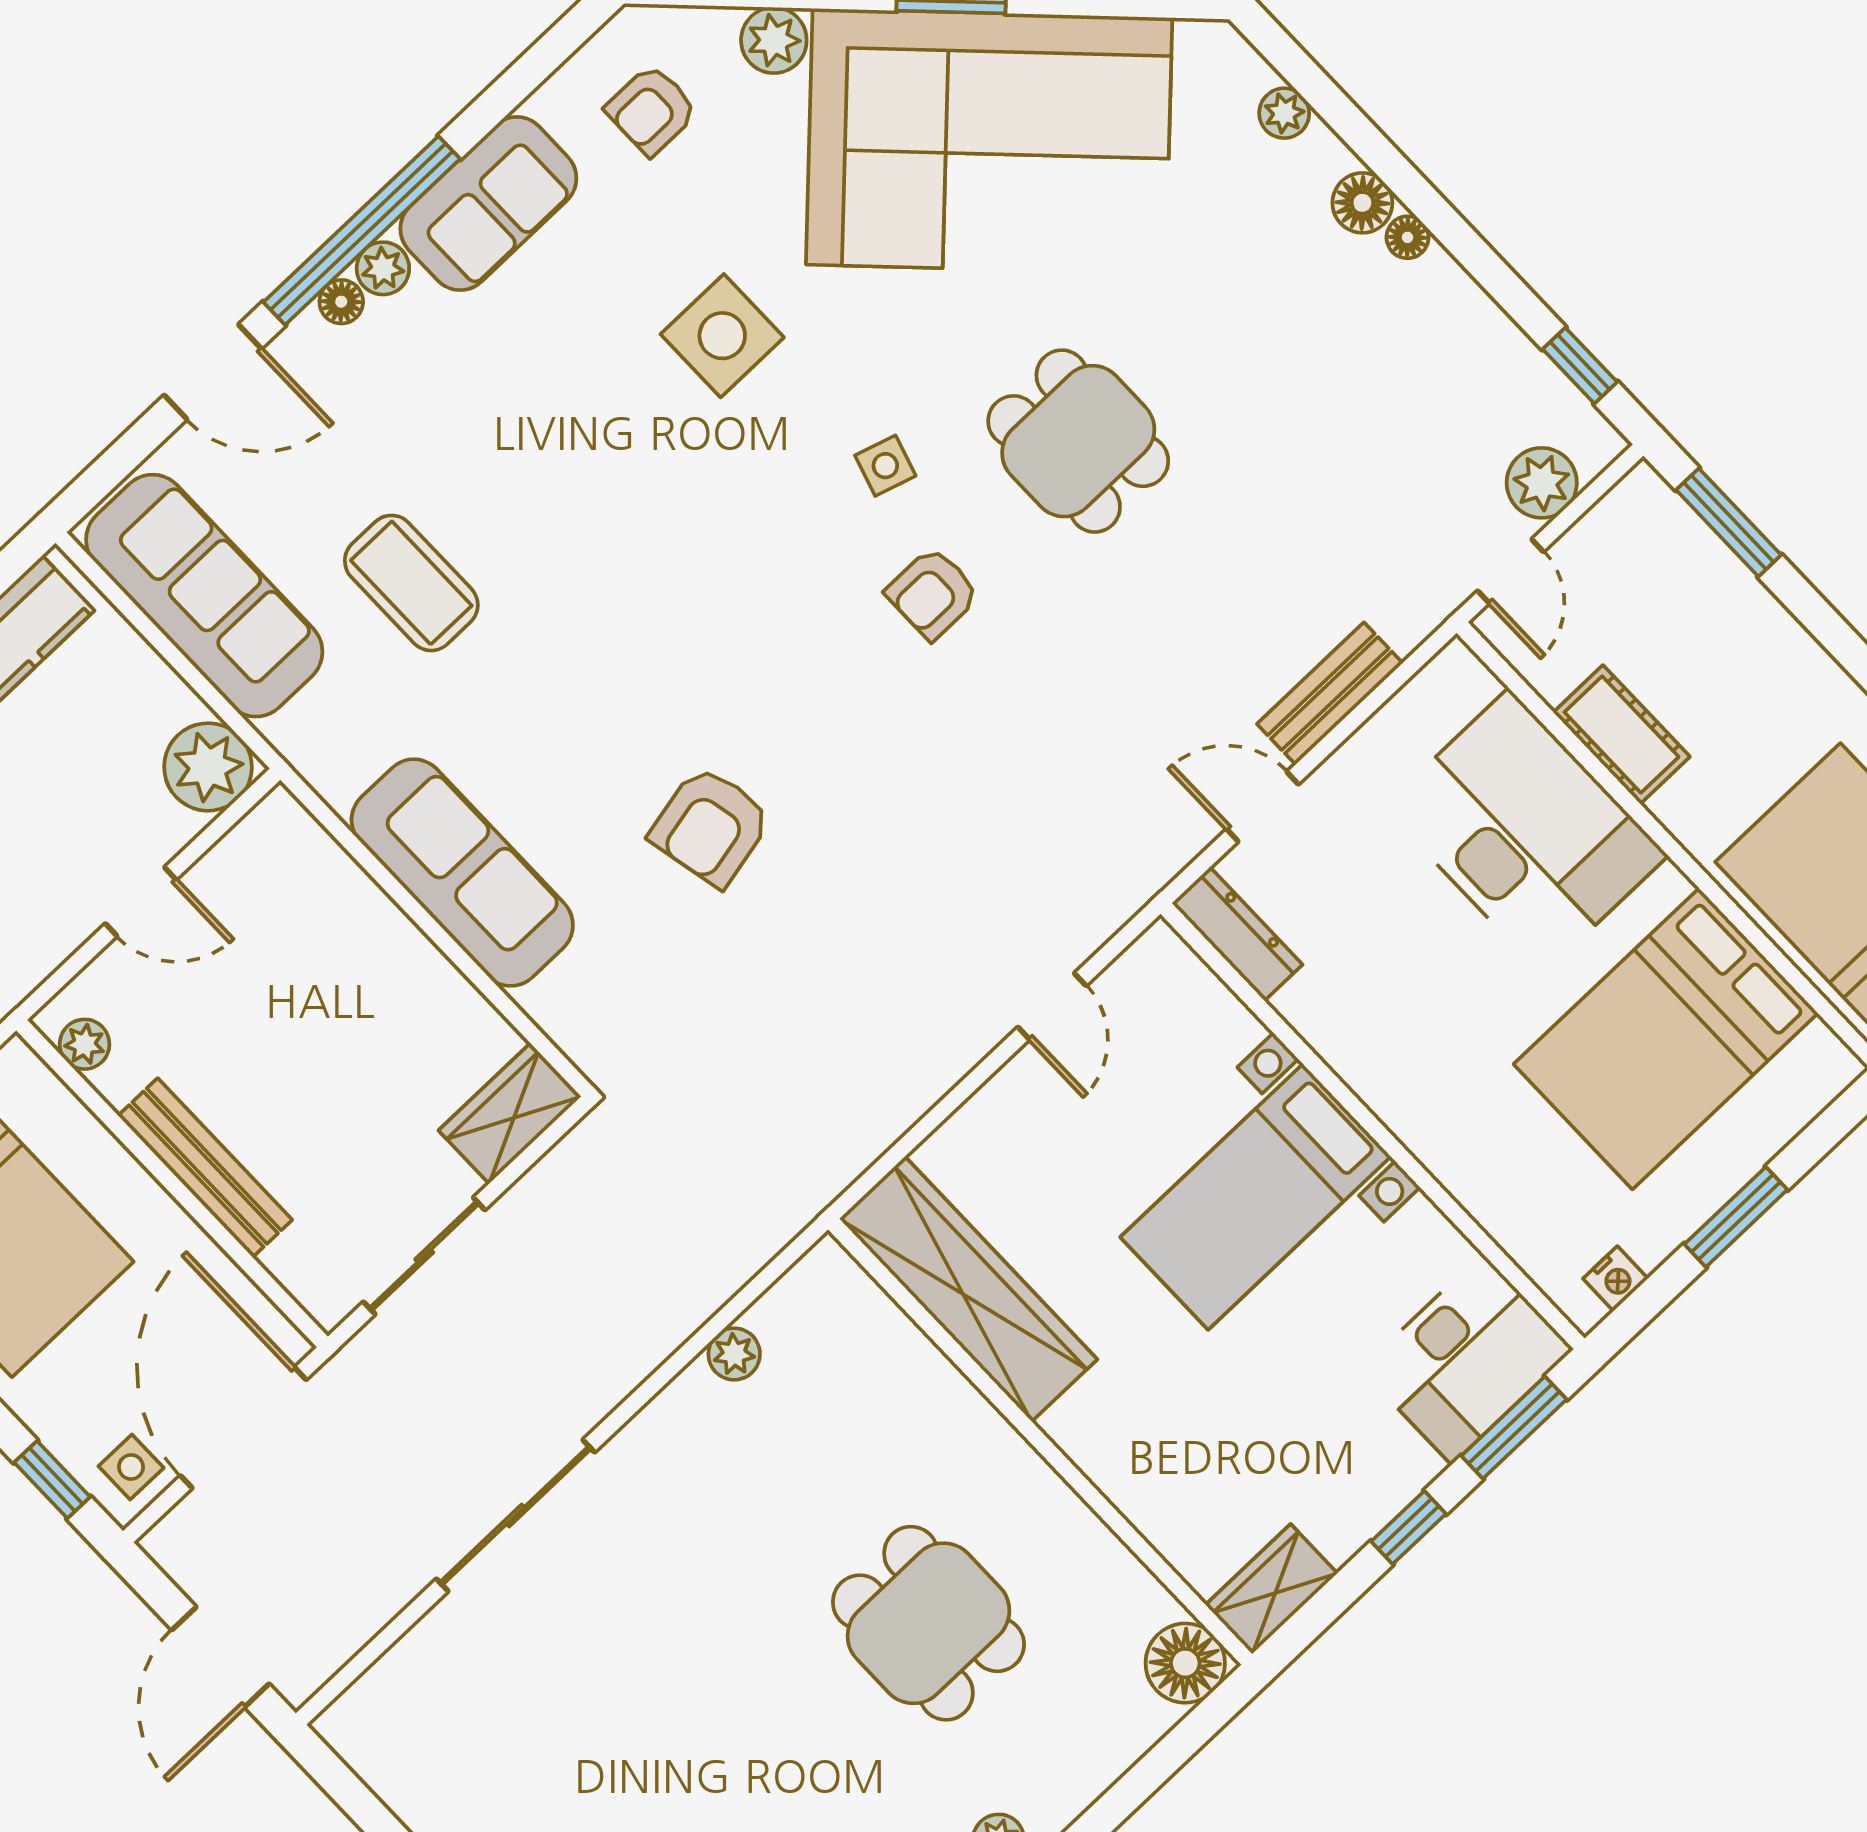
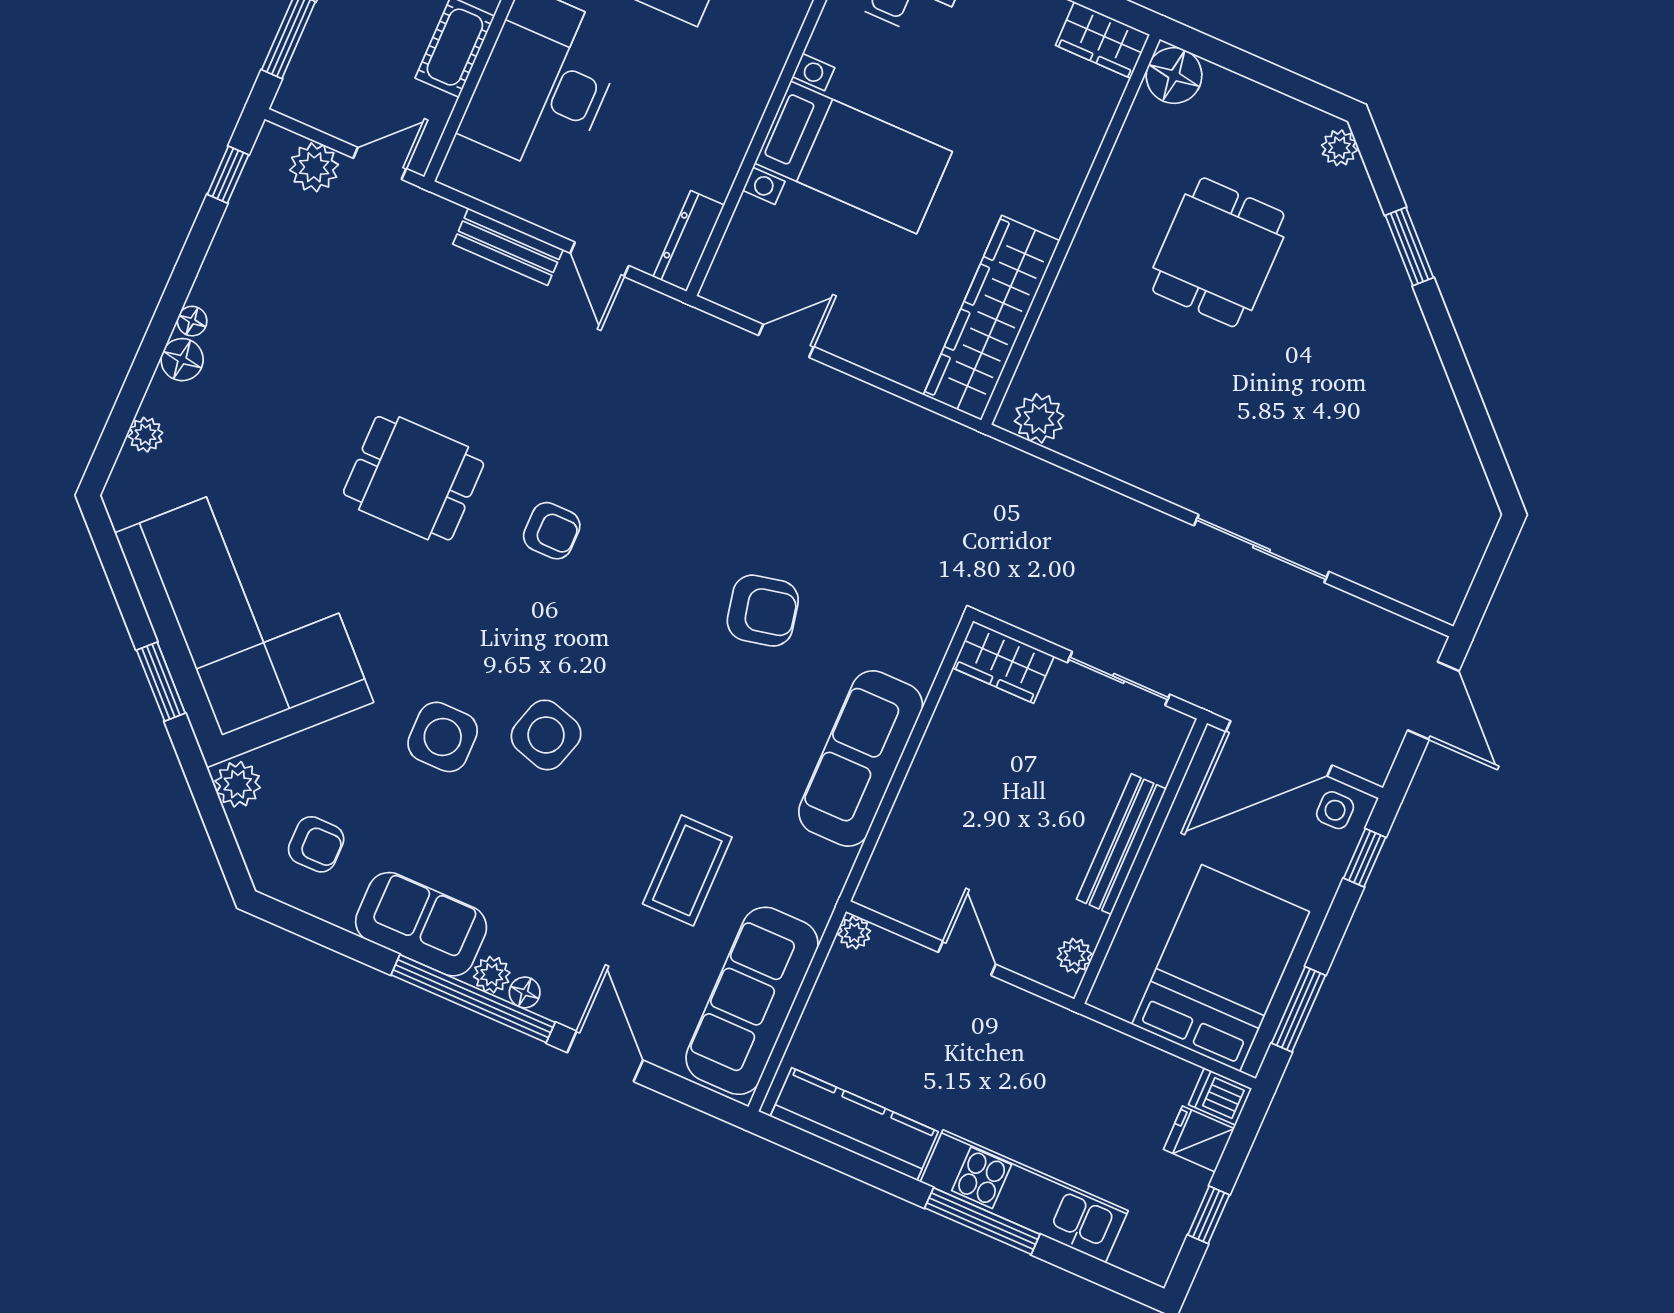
dining table: (1078, 441) -> (414, 478), turned 90
side table: (885, 466) -> (546, 735), moved, width x1.87, depth x1.87
plant: (208, 767) -> (854, 933), width x0.53, depth x0.53
plant: (734, 1354) -> (1039, 418), moved, width x1.38, depth x1.38
door: (220, 1657) -> (1433, 701), hinge flipped

